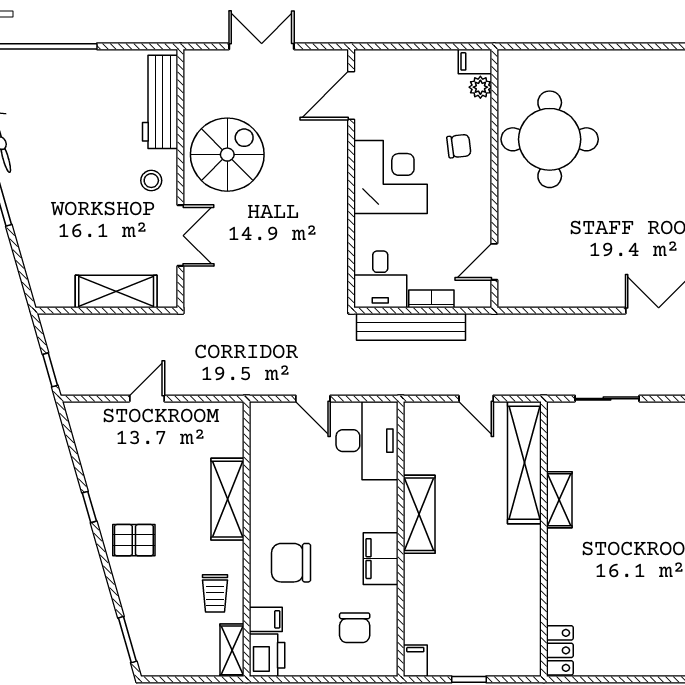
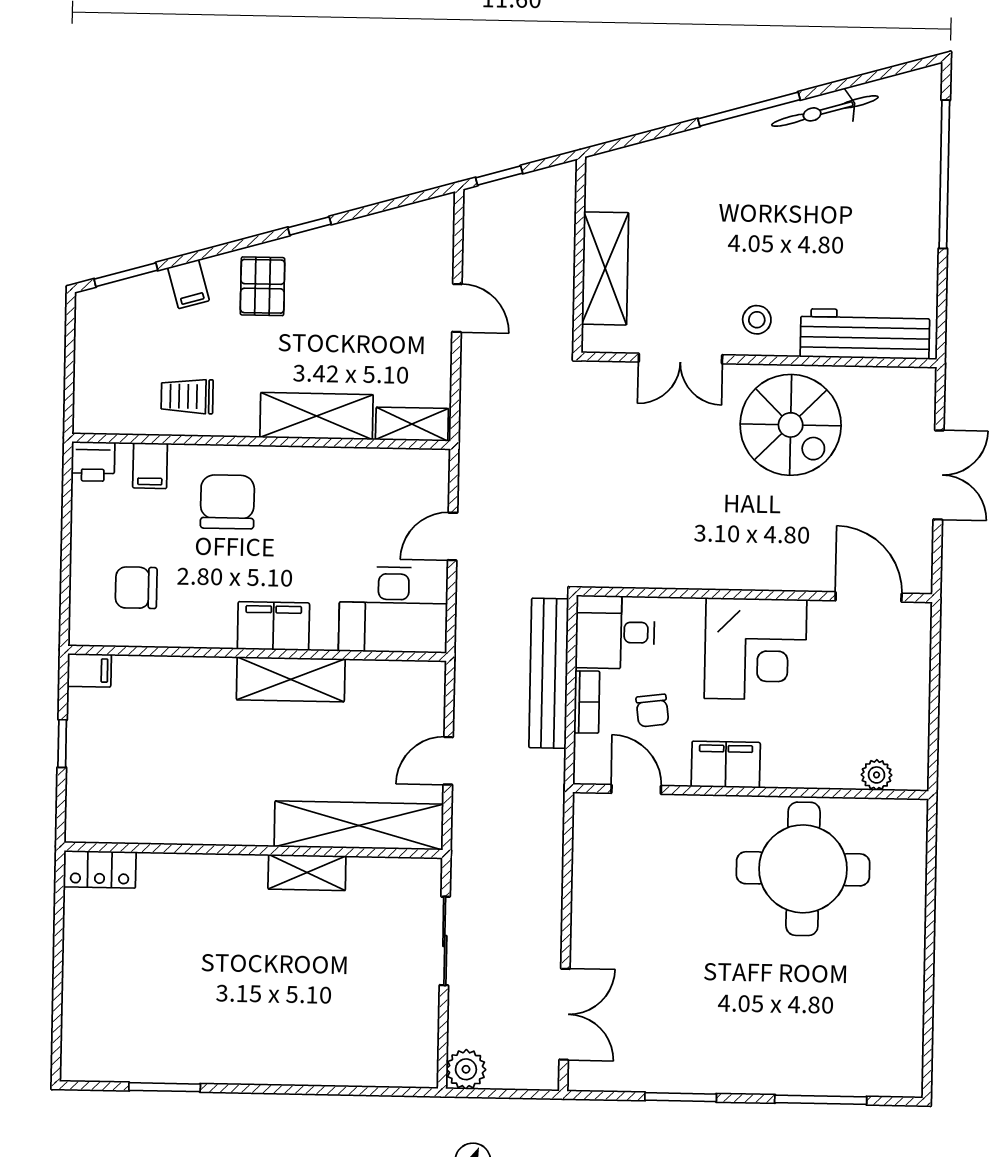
filing cabinet: (475, 61) -> (726, 765), moved, width x2.00
chair: (459, 146) -> (652, 711), moved
filing cabinet: (381, 559) -> (273, 626), moved
filing cabinet: (133, 594) -> (188, 284), added
shelving: (232, 650) -> (412, 424), moved
printer: (267, 655) -> (93, 461), width x0.73, depth x0.81

